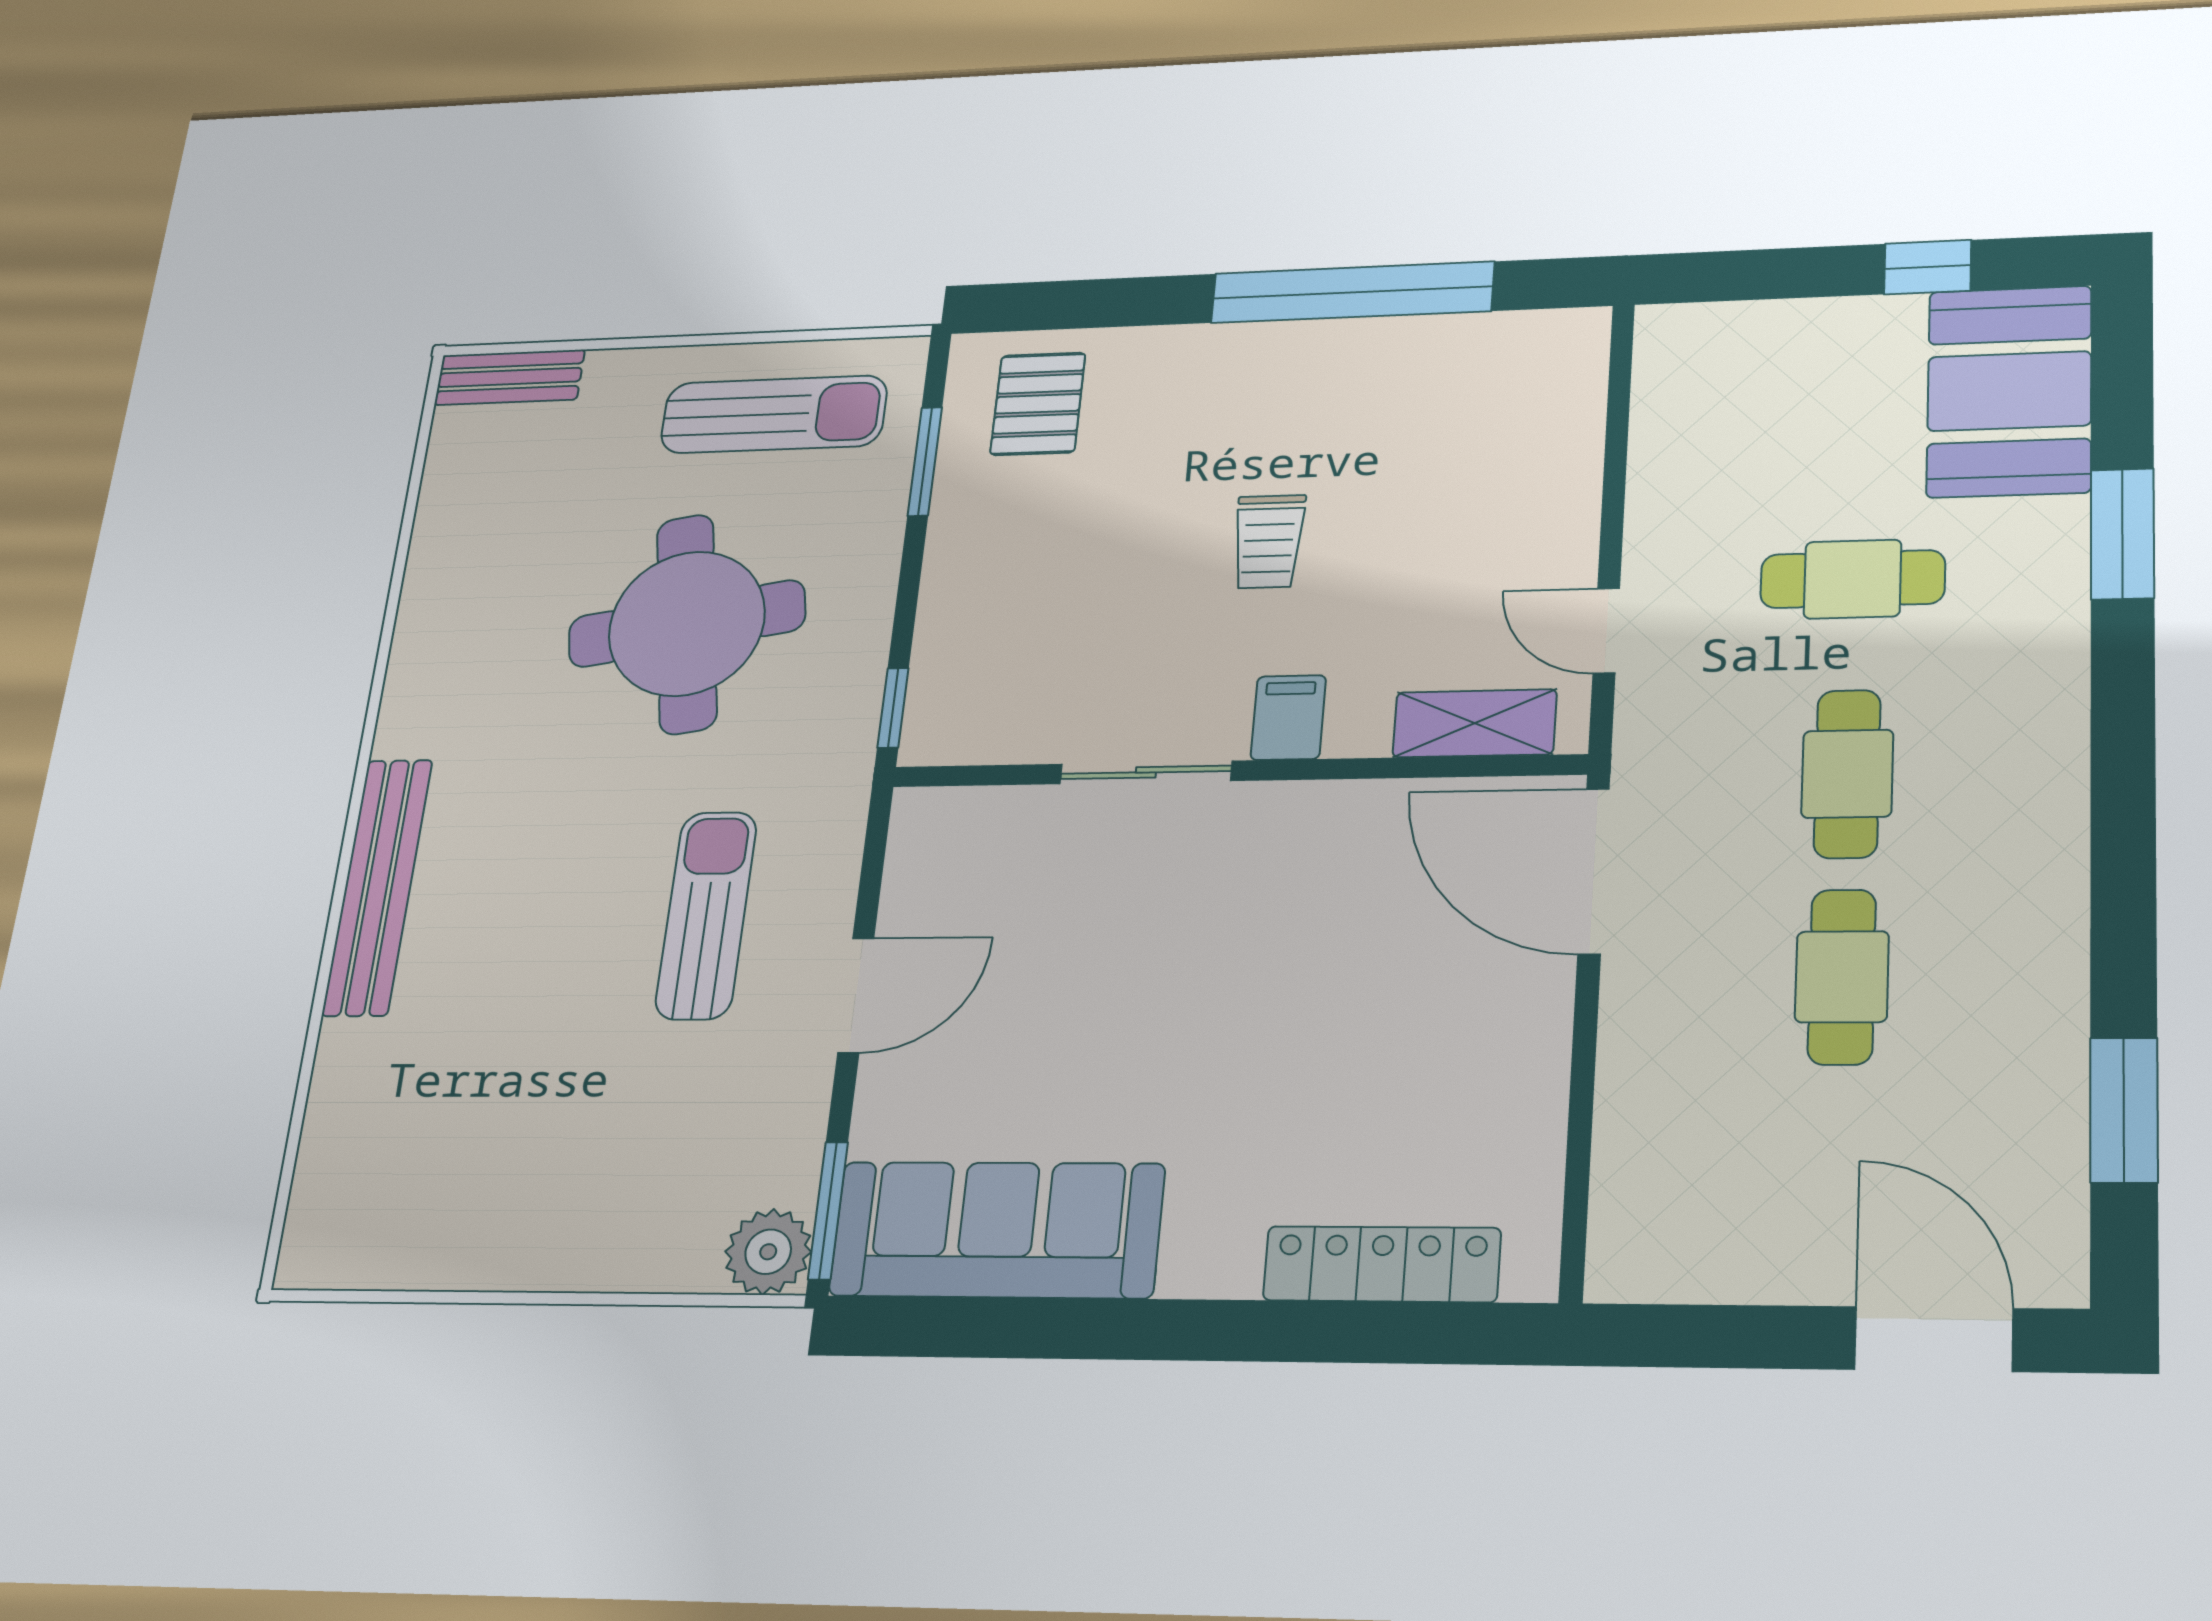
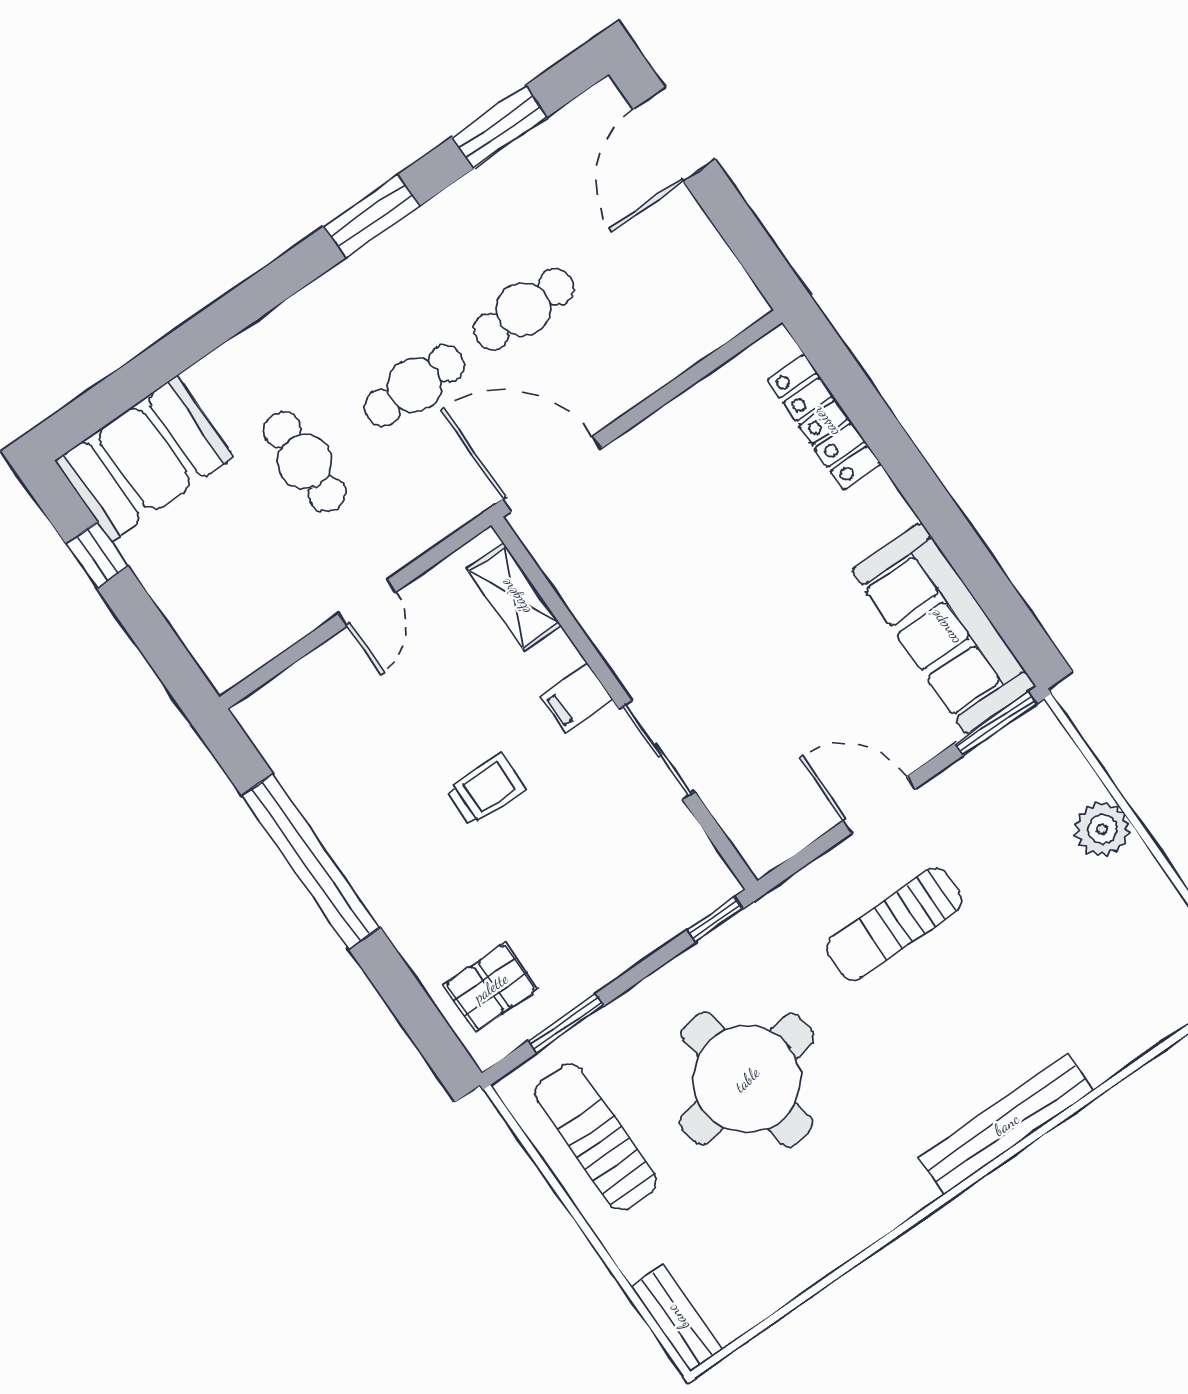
window: (2122, 534) -> (372, 216), moved
door: (1606, 631) -> (367, 603), moved
door: (1594, 871) -> (552, 474), swing flipped
plant: (768, 1252) -> (1102, 829), moved

